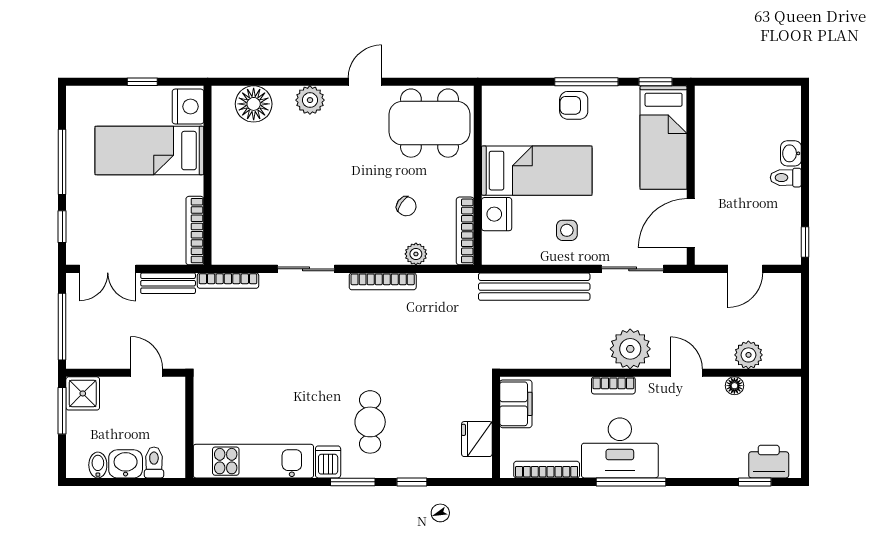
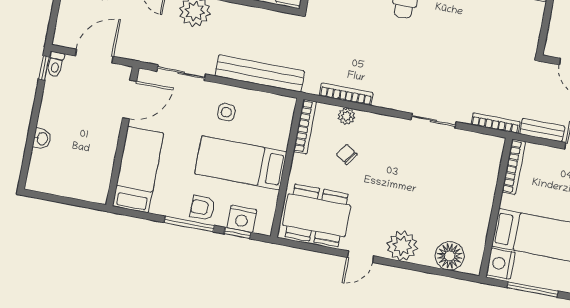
window: (142, 82) -> (532, 289), width x2.17
window: (656, 82) -> (238, 233), moved
plant: (310, 100) -> (402, 246), width x1.36, depth x1.36
armchair: (574, 105) -> (203, 208), turned 180
toilet: (786, 178) -> (55, 64), moved, turned 90
nightstand: (497, 214) -> (242, 219), moved, turned 90
door: (745, 269) -> (94, 56), width x1.38
bookcase: (383, 281) -> (346, 94), moved

